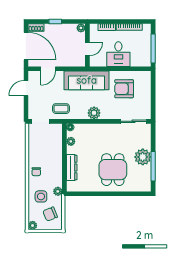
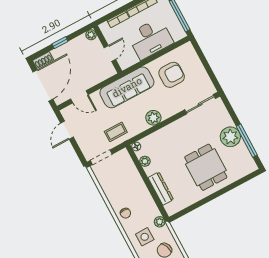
door: (26, 46) -> (43, 86), hinge flipped
desk: (118, 54) -> (150, 39), width x1.37
door: (48, 69) -> (79, 97), hinge flipped
armchair: (124, 89) -> (172, 75), turned 180

